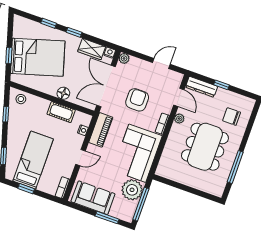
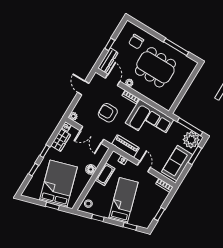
double door: (106, 86) -> (92, 135), width x0.73
door: (179, 97) -> (113, 80), hinge flipped
bed: (33, 160) -> (123, 200), moved, turned 73
plant: (132, 190) -> (191, 140), moved

